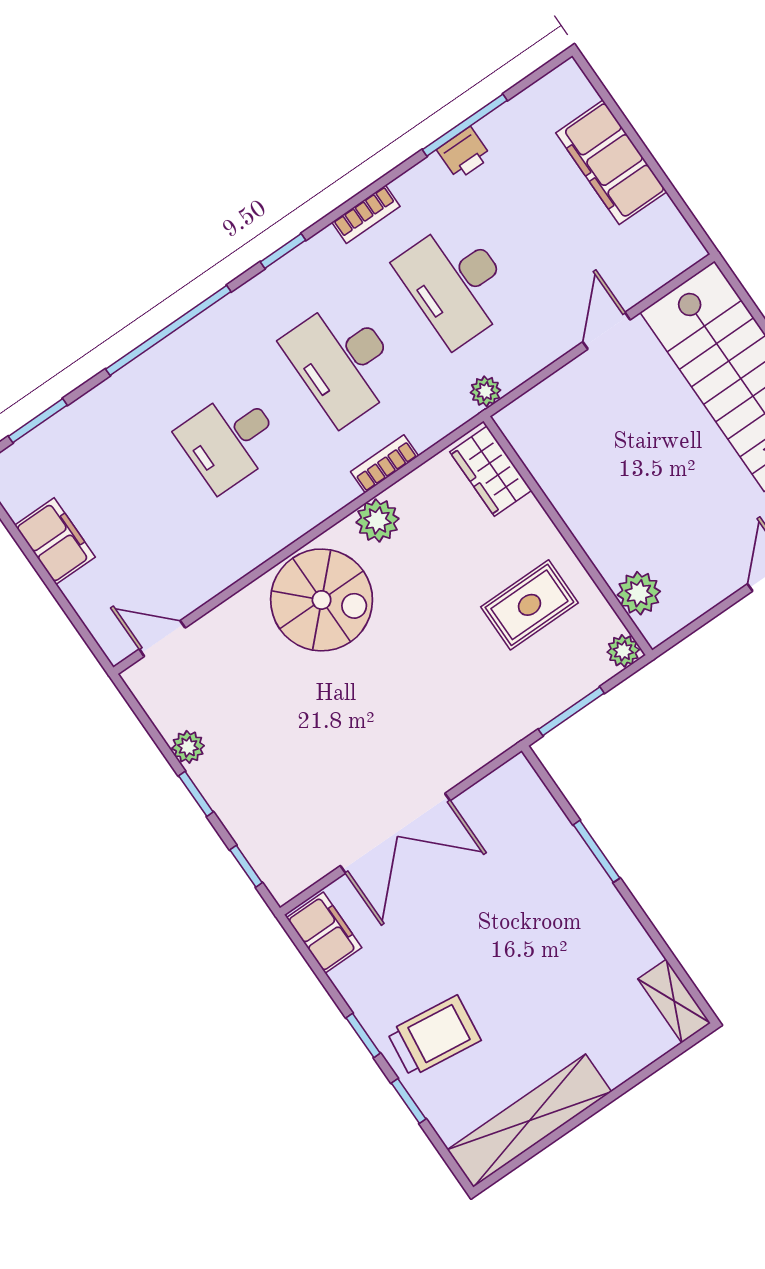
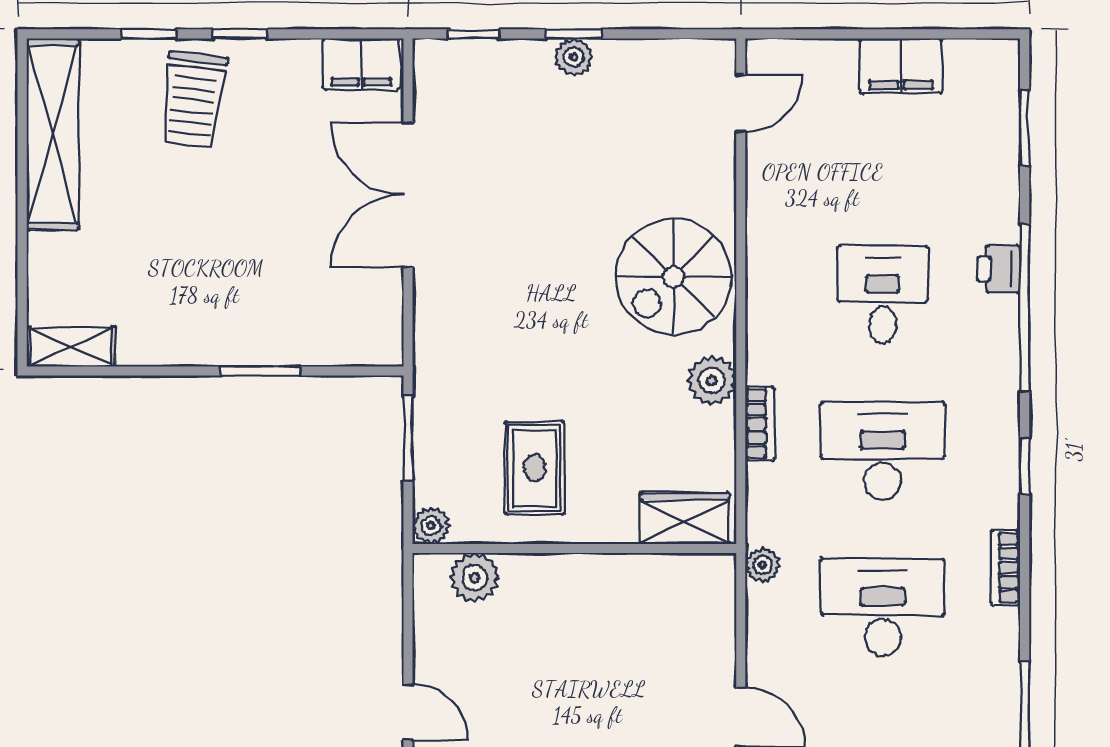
printer: (464, 153) -> (999, 269), moved
plant: (188, 747) -> (574, 57), moved

